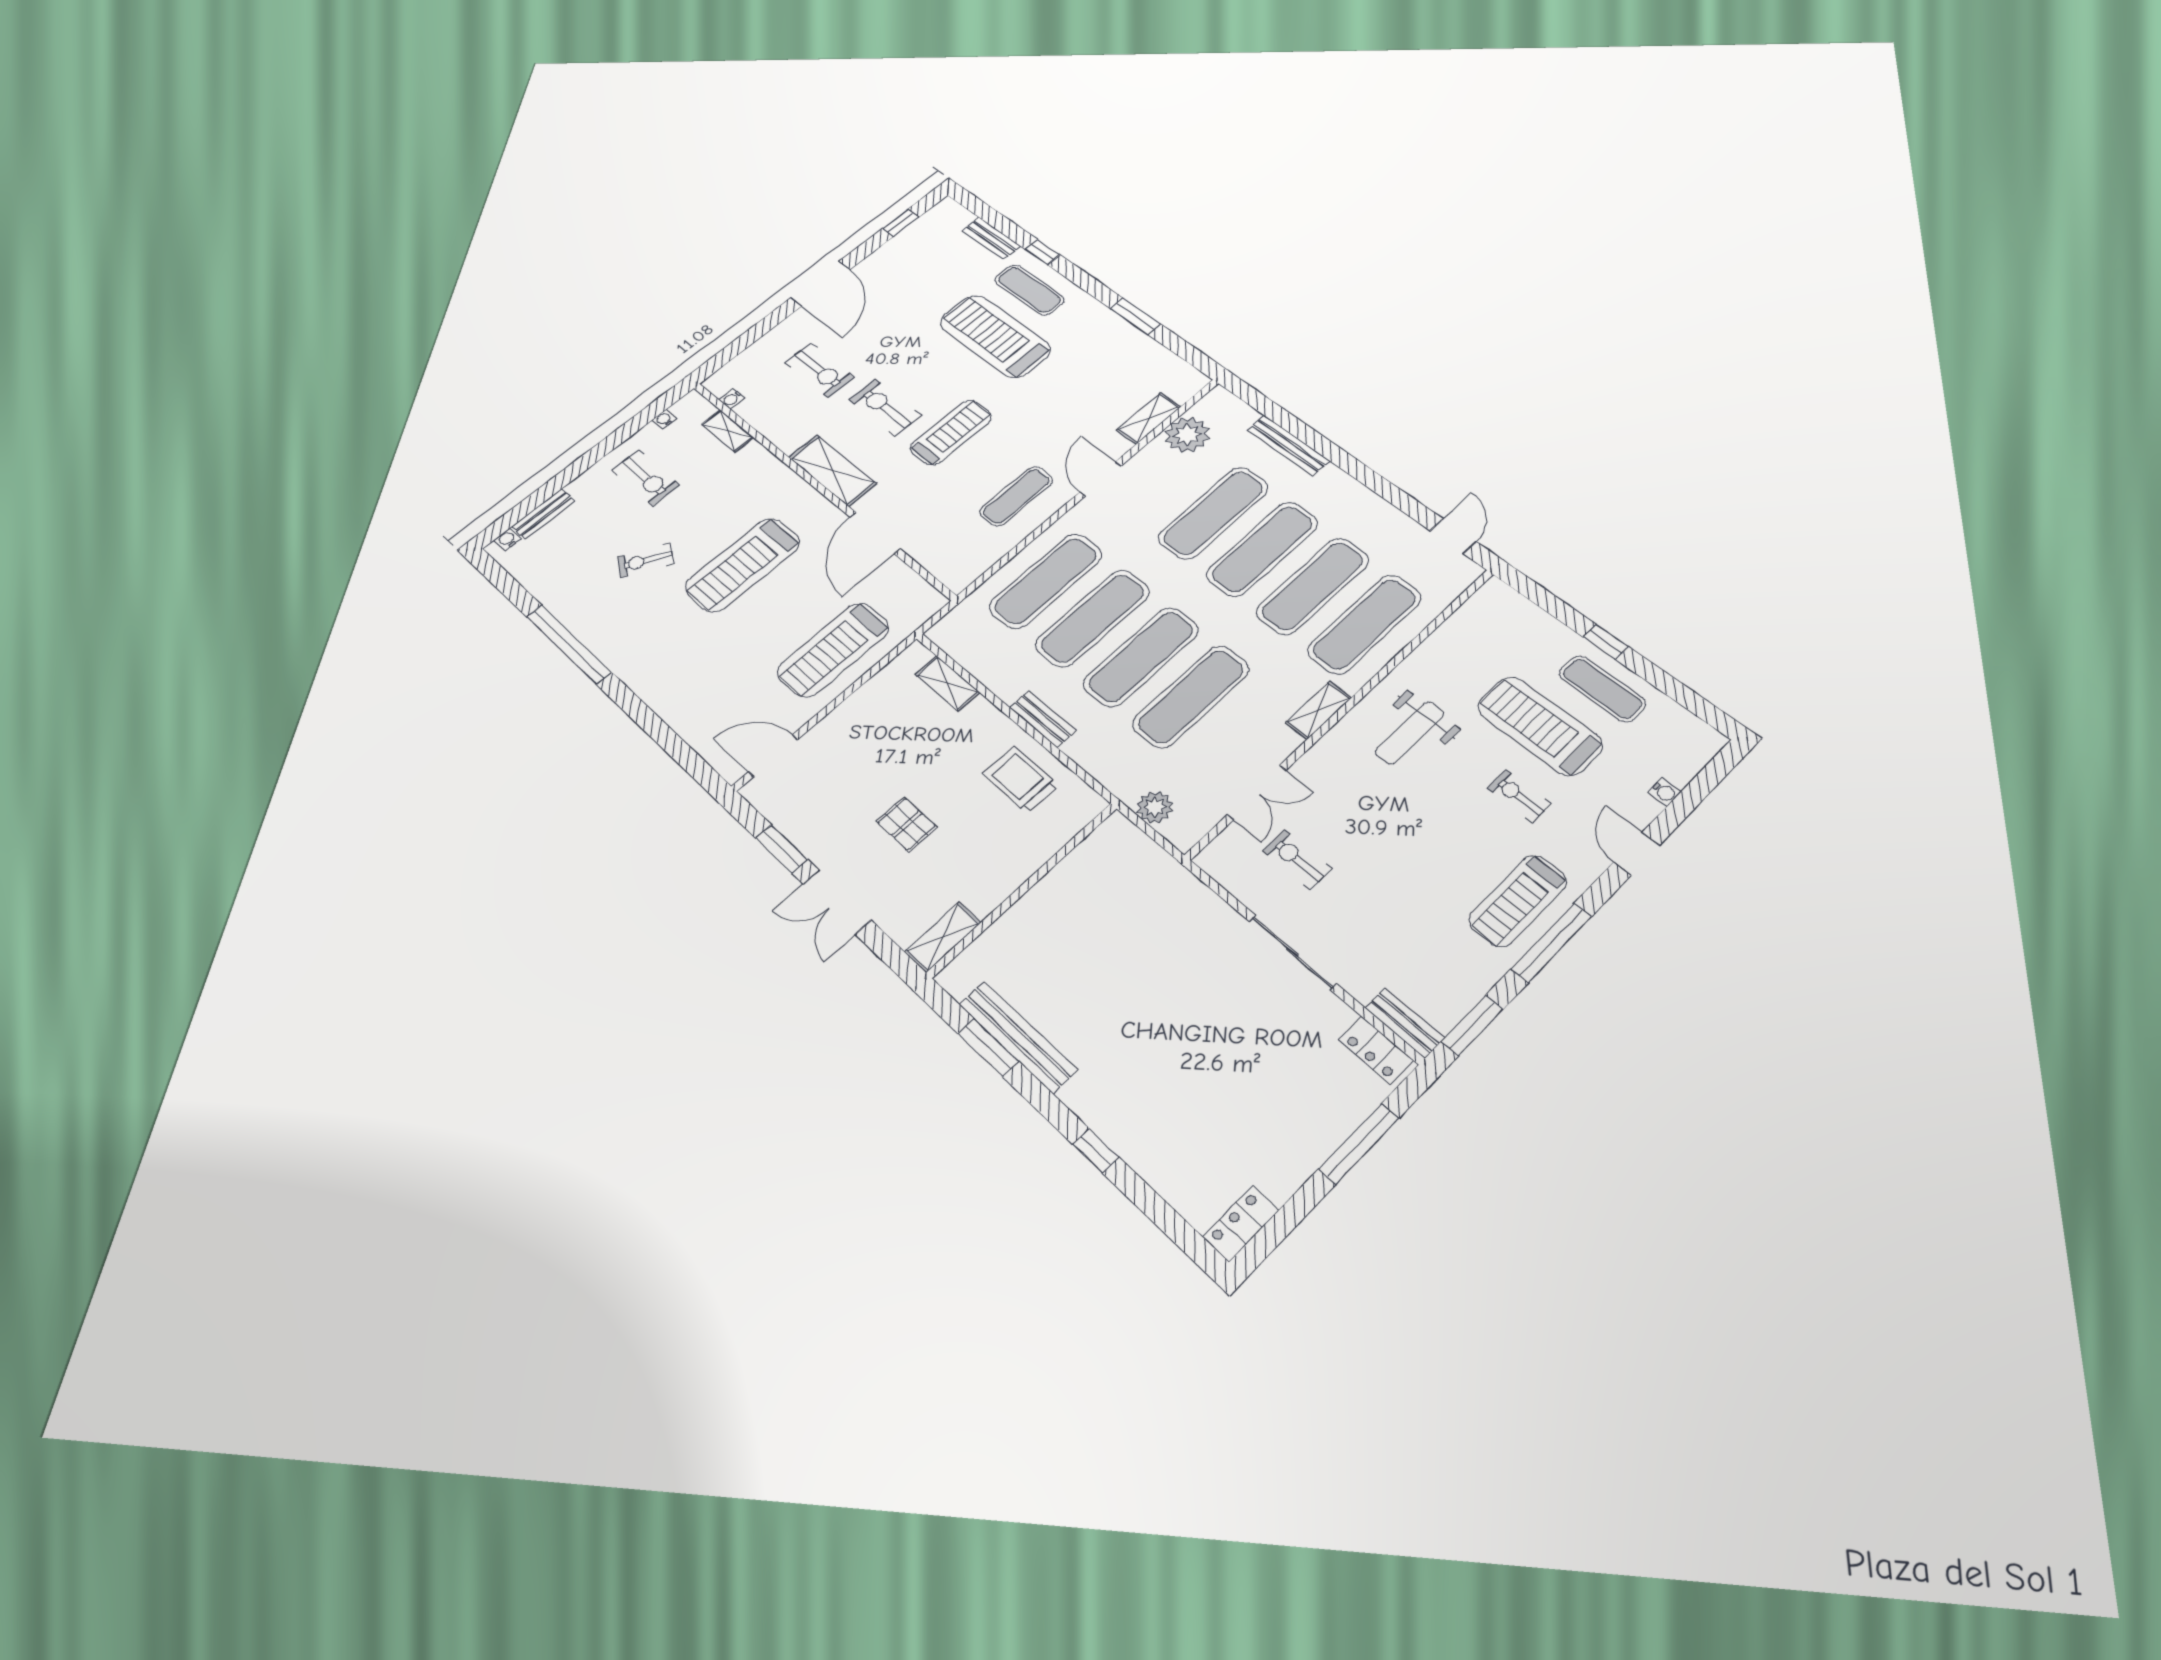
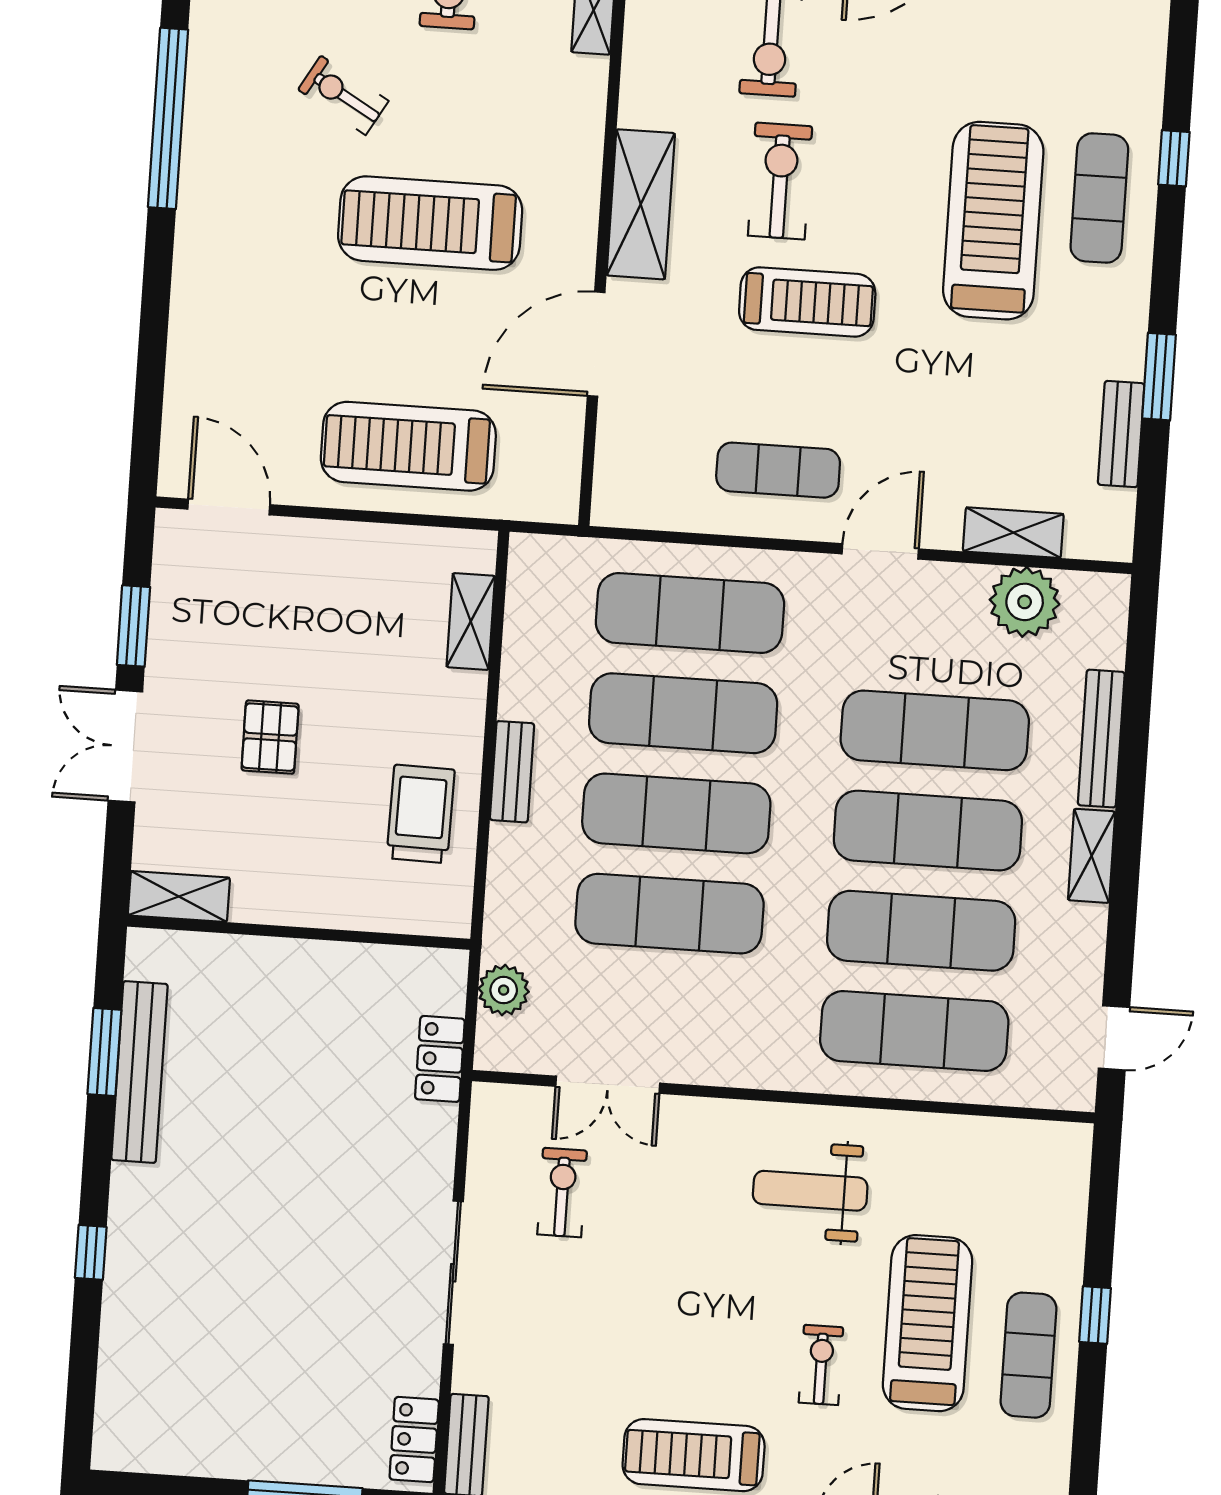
bench: (991, 238) -> (1121, 434), moved
shelving: (1319, 710) -> (1092, 856), moved, turned 90
locker: (1241, 1224) -> (440, 1059), moved, turned -90

